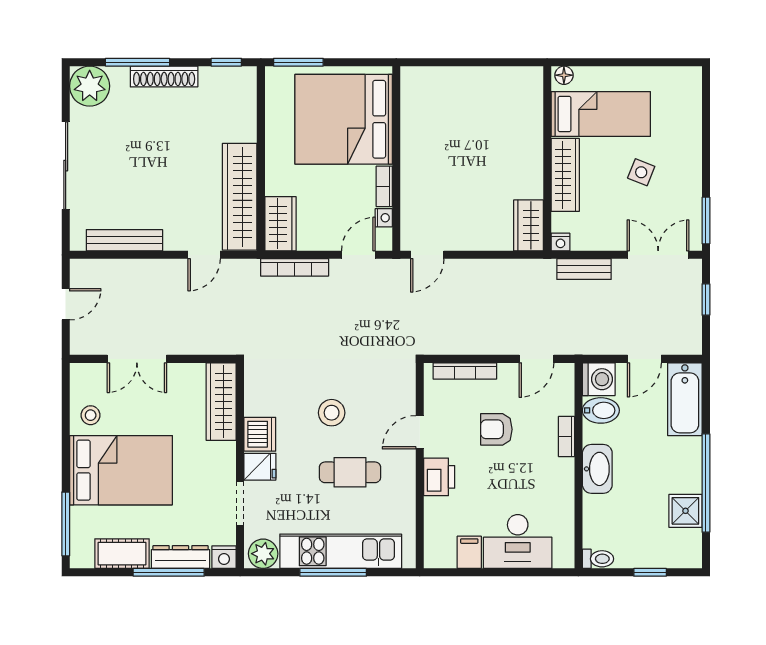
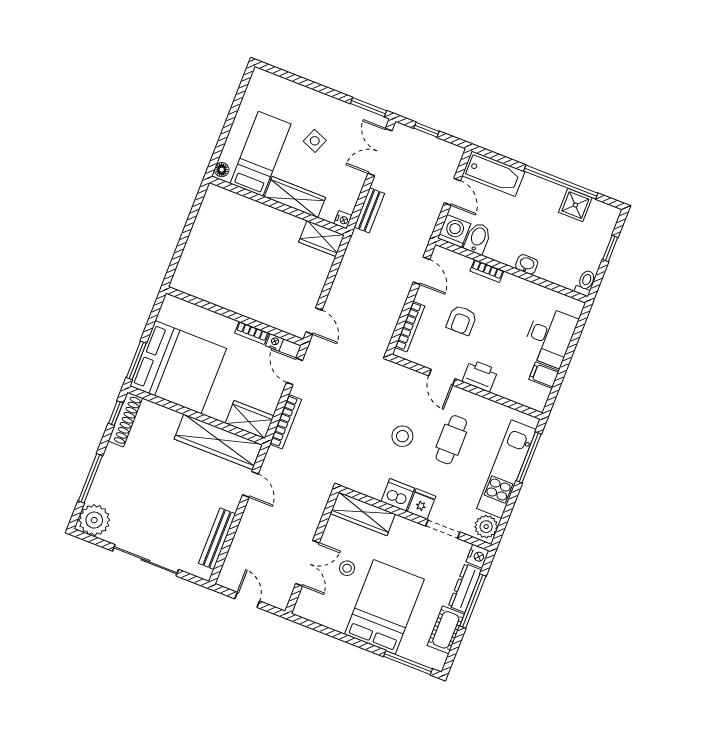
shoe rack: (164, 77) -> (125, 419), moved
bed: (344, 119) -> (178, 367), moved, turned -90
stool: (91, 415) -> (347, 568), moved
washbasin: (597, 469) -> (527, 264), width x0.52, depth x0.69
window: (333, 572) -> (529, 457), moved

